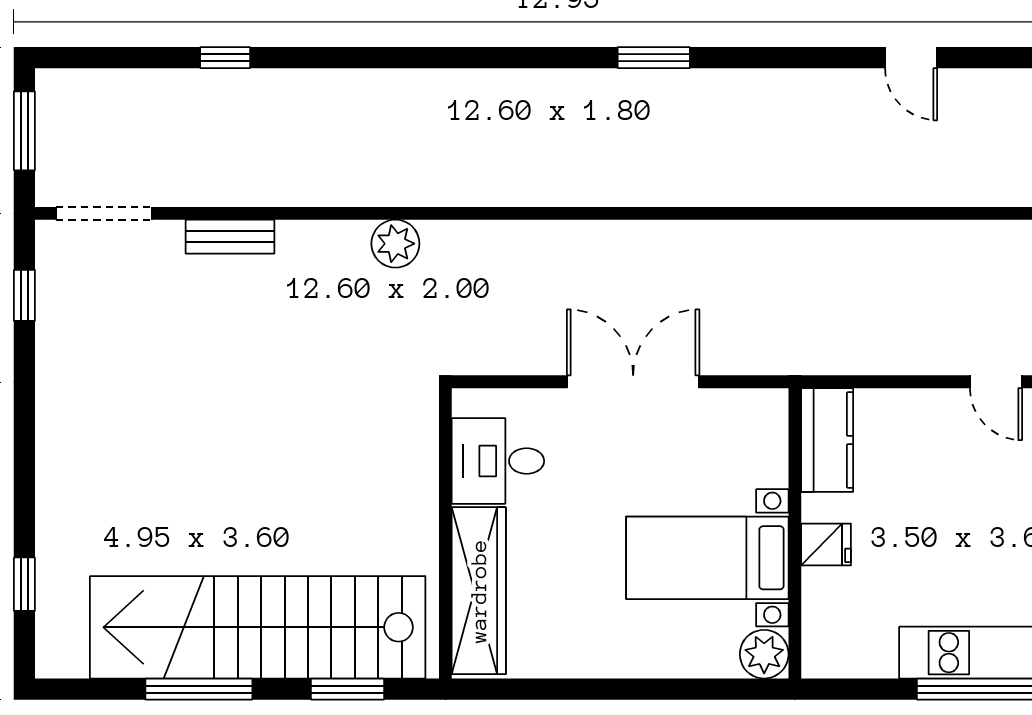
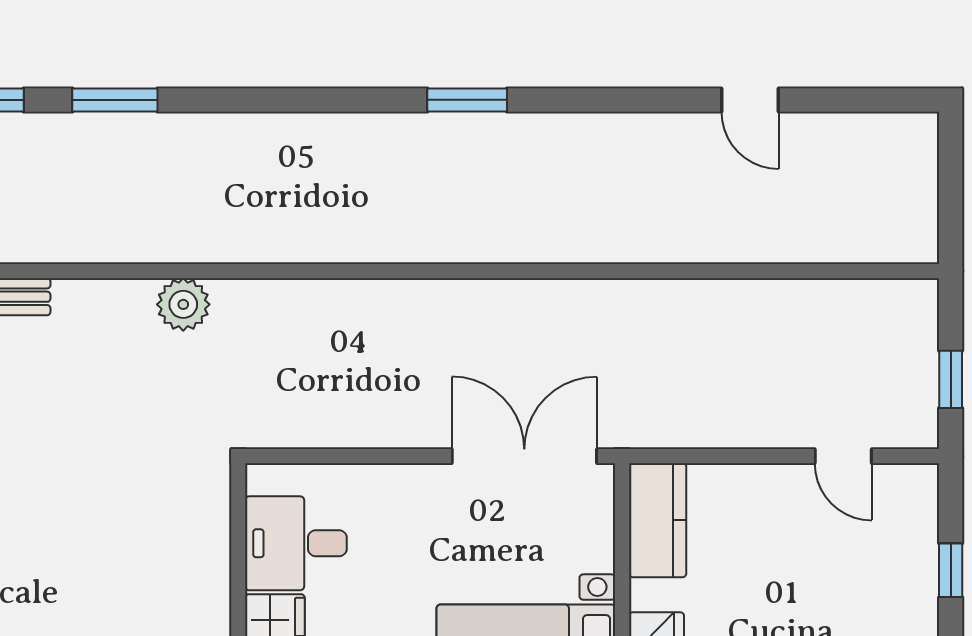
window: (333, 58) -> (115, 100), added
double door: (633, 382) -> (524, 456), moved

